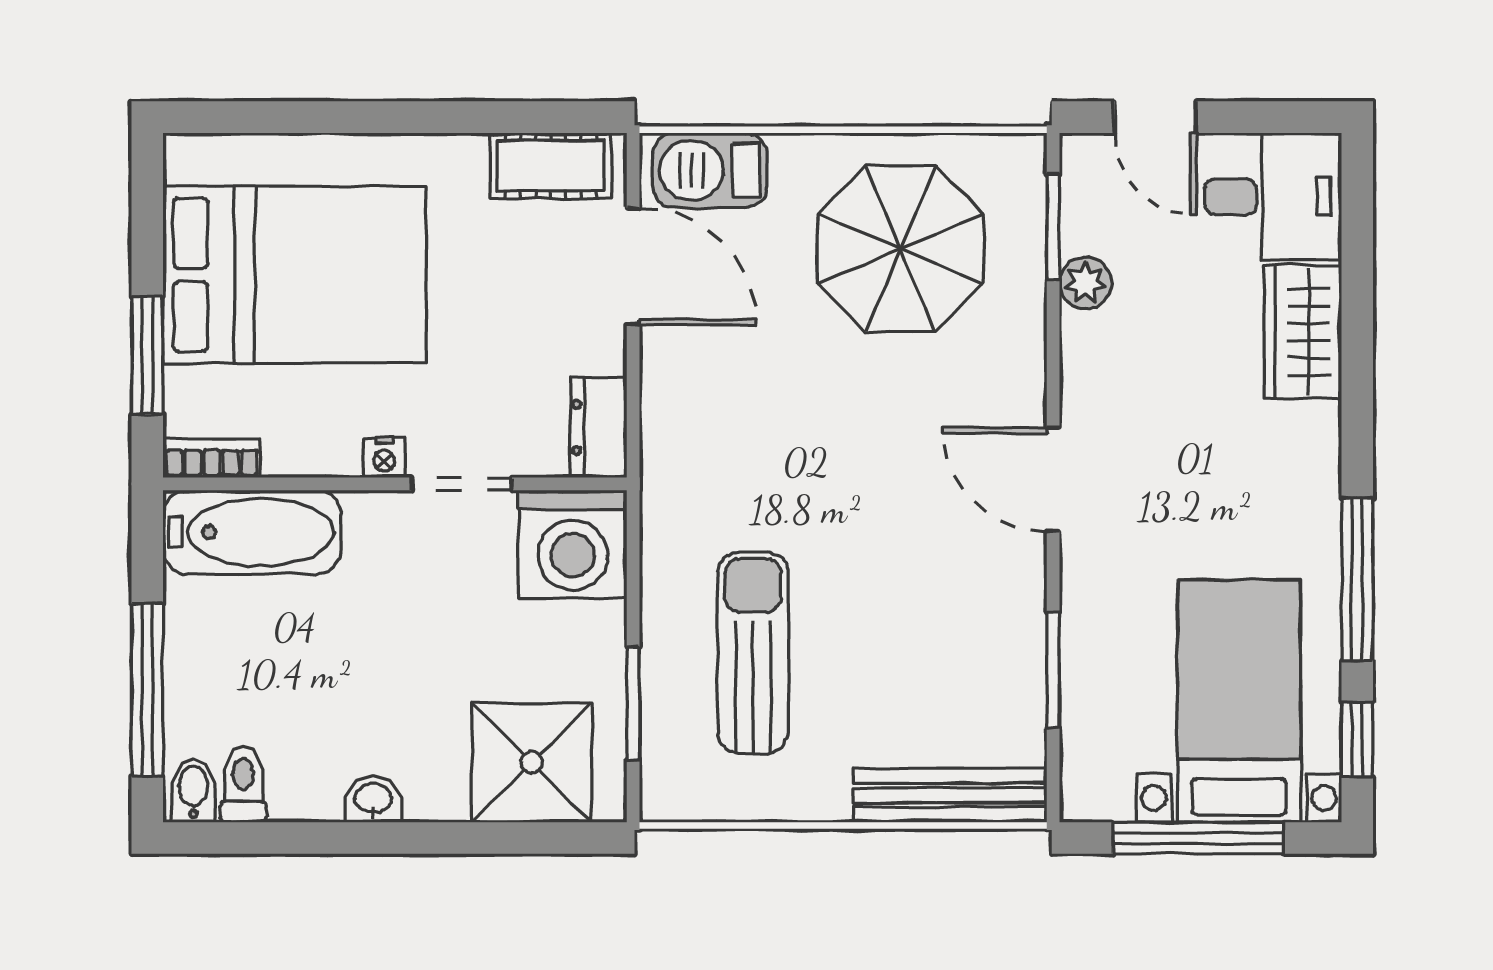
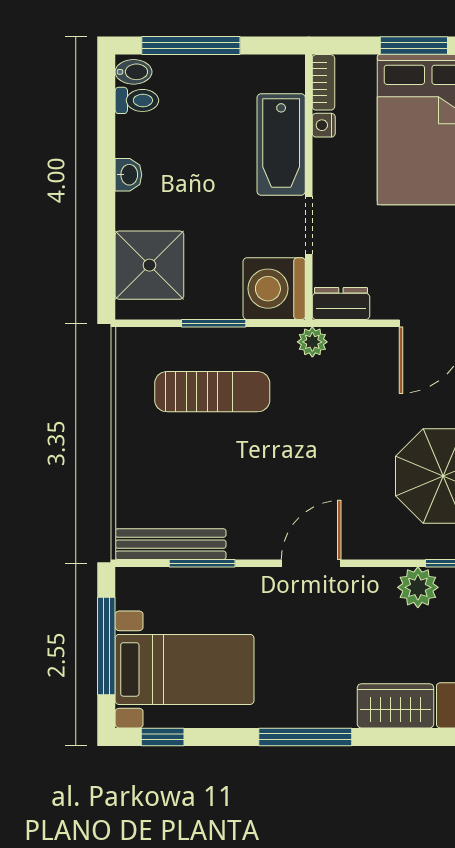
plant: (1086, 283) -> (418, 587), width x1.38, depth x1.38
window: (147, 356) -> (414, 46), moved
nightstand: (384, 458) -> (324, 125), moved
plant: (666, 477) -> (312, 342), added
bathtub: (252, 532) -> (281, 145), moved
window: (1357, 579) -> (305, 737), moved
window: (633, 703) -> (214, 323), moved
bench: (950, 795) -> (171, 544), moved, turned 90

